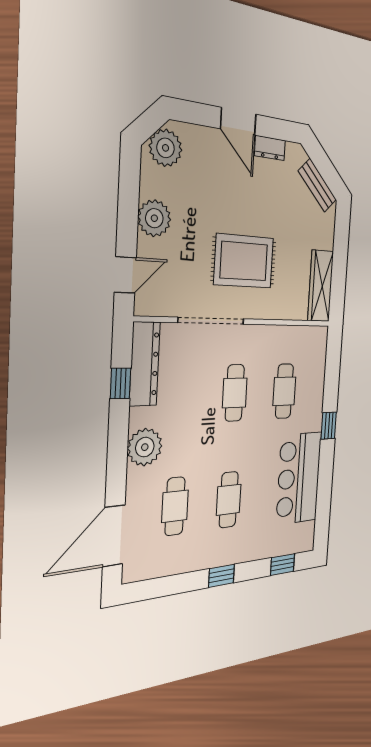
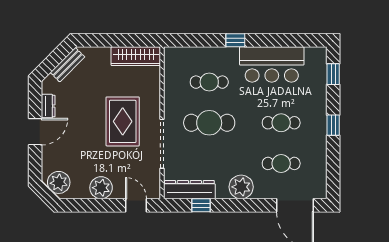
cafe table: (235, 393) -> (209, 123), width x1.37, depth x1.35

